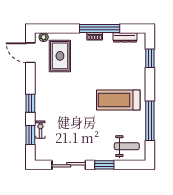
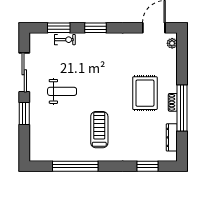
rug: (60, 56) -> (145, 93), moved, turned 90
treadmill: (118, 100) -> (99, 130), width x0.73, depth x0.73
weight bench: (127, 146) -> (62, 91), moved, turned -90

